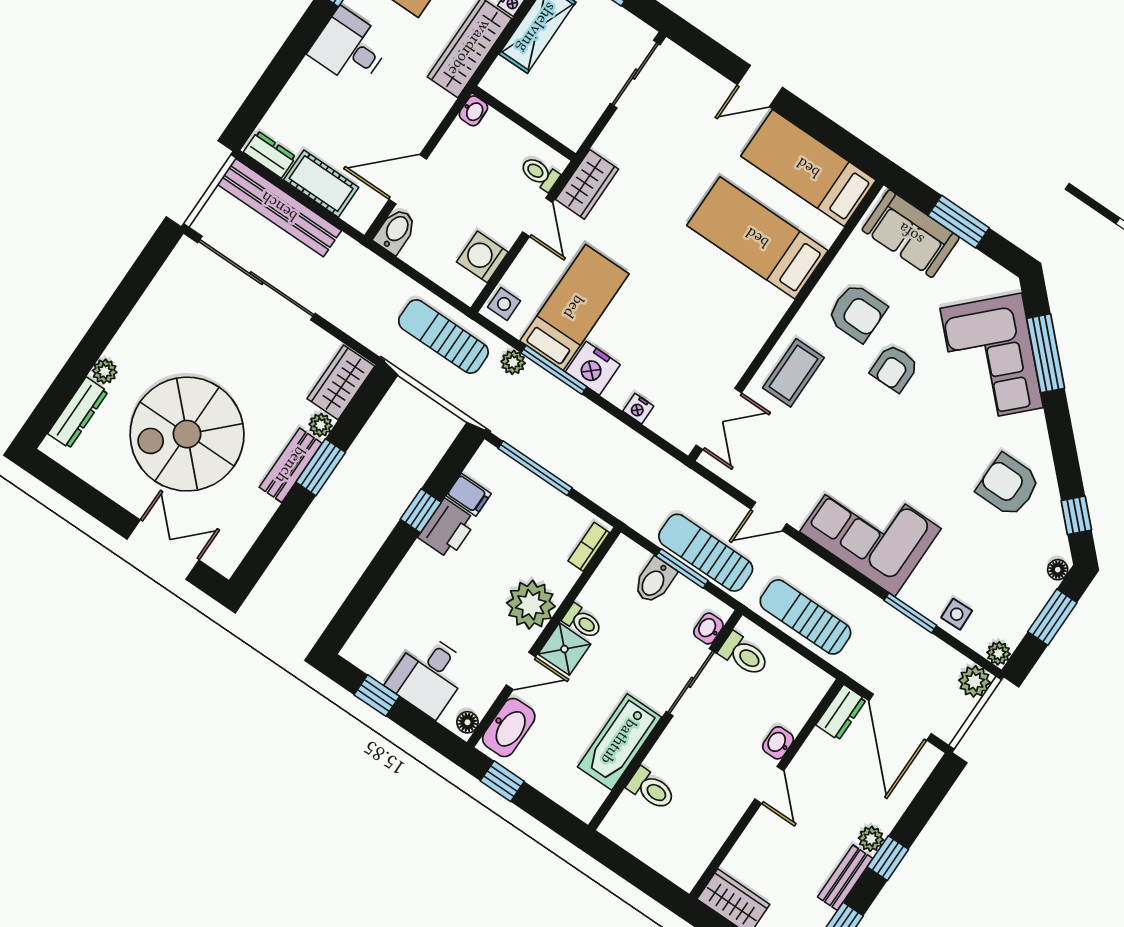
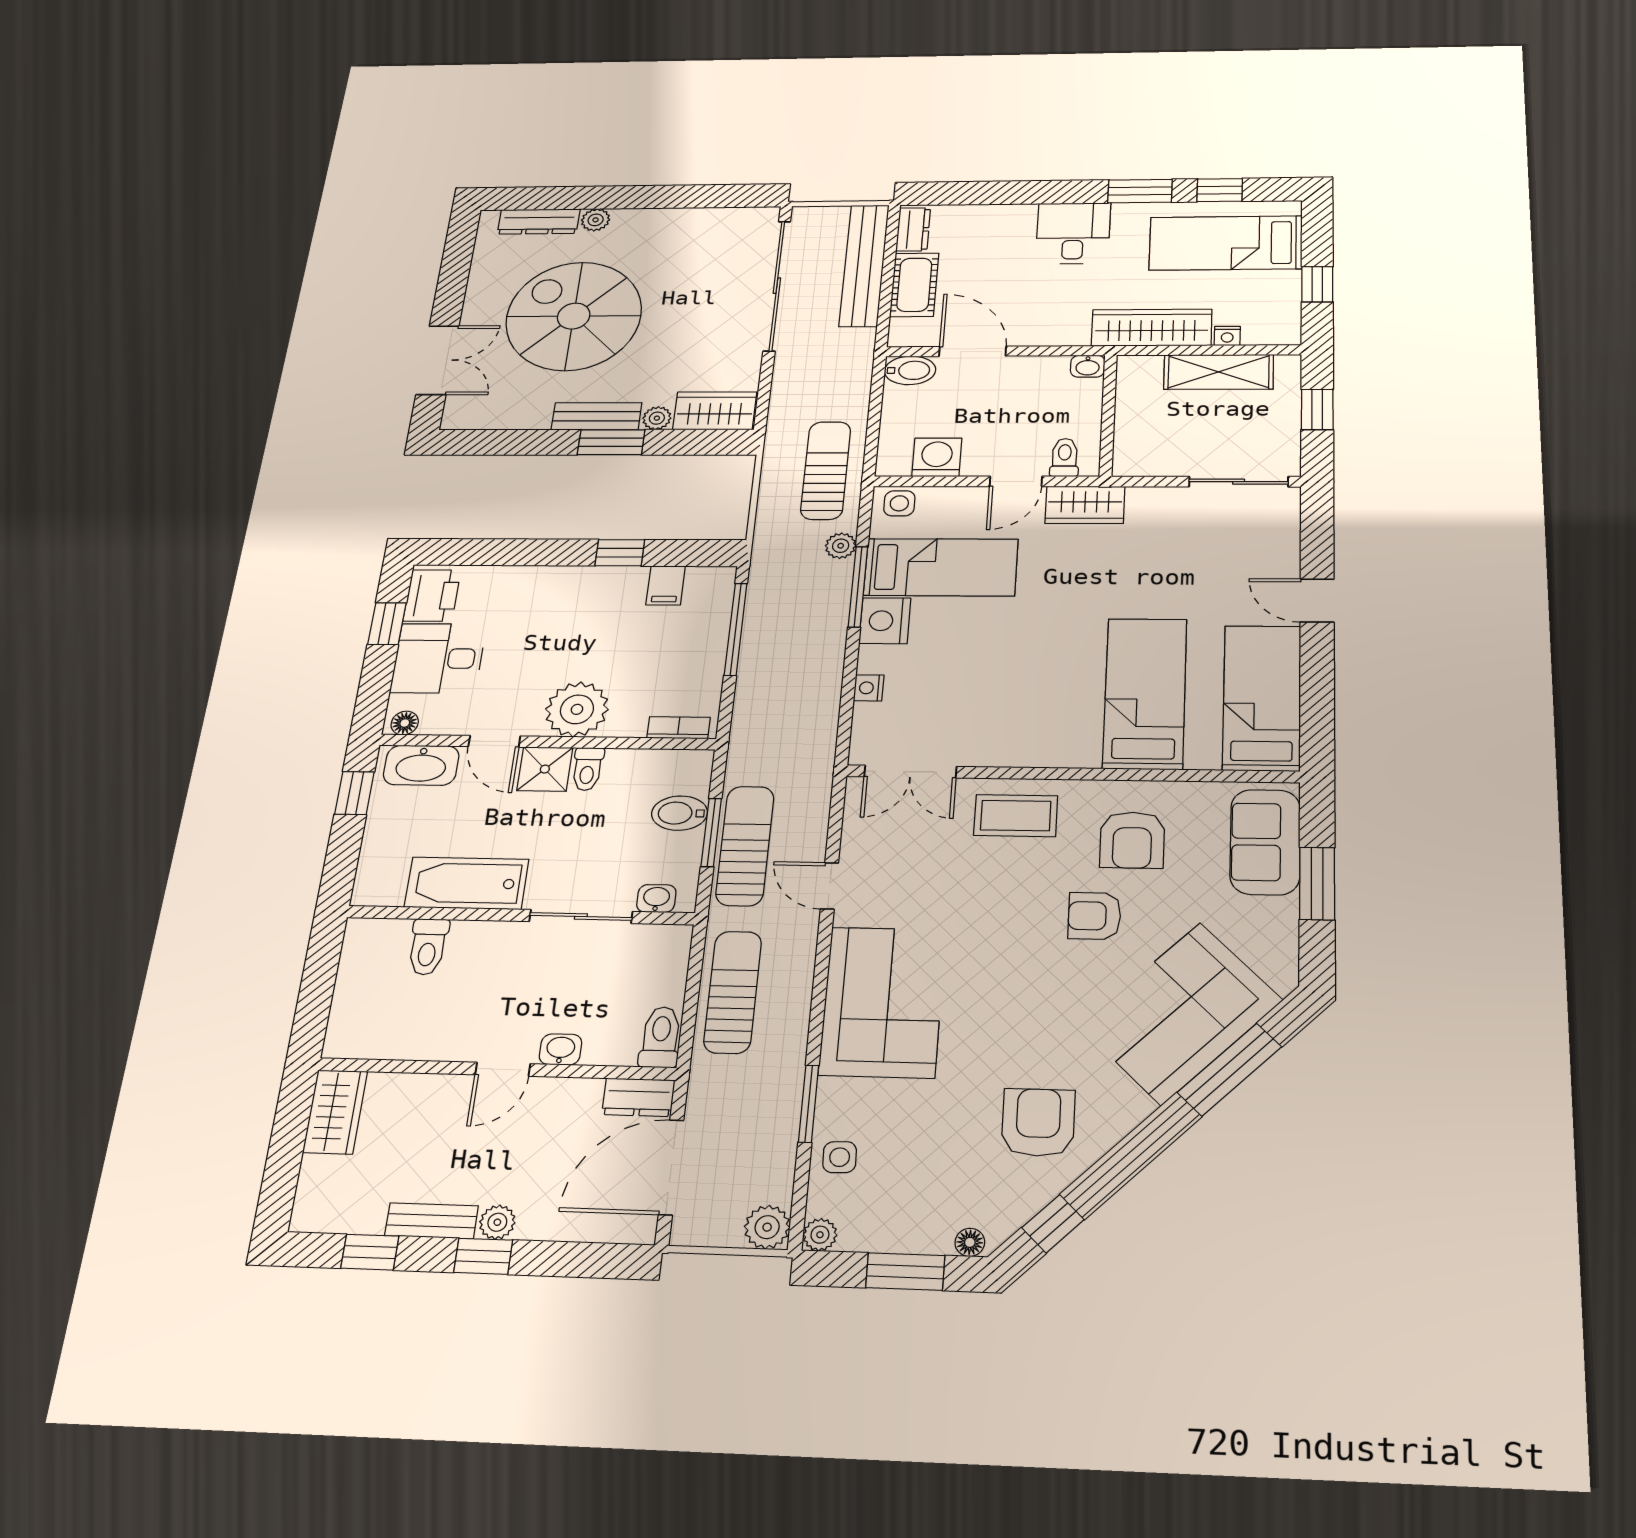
printer: (447, 529) -> (432, 596), moved, turned -90
toilet: (744, 655) -> (661, 1037), moved, turned 180

